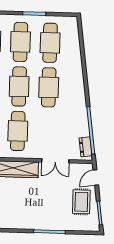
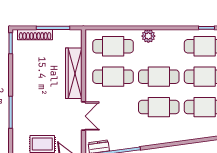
double door: (55, 161) -> (83, 116), swing flipped

